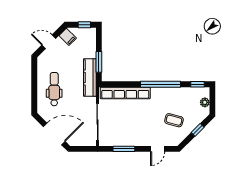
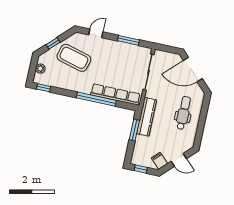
window: (161, 84) -> (96, 99), moved
dental chair: (54, 89) -> (183, 113), turned 180
coffee table: (174, 120) -> (74, 58), width x1.86, depth x1.72

